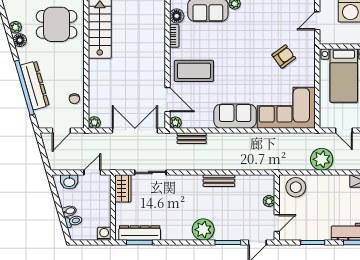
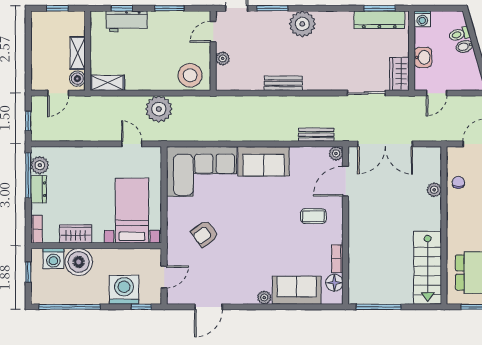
coffee table: (194, 71) -> (313, 216), width x0.54, depth x0.58
door: (167, 100) -> (346, 181), hinge flipped
plant: (94, 122) -> (434, 190), moved
washbasin: (69, 182) -> (423, 57), moved, turned 90

